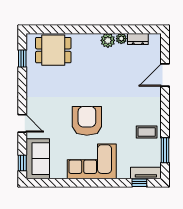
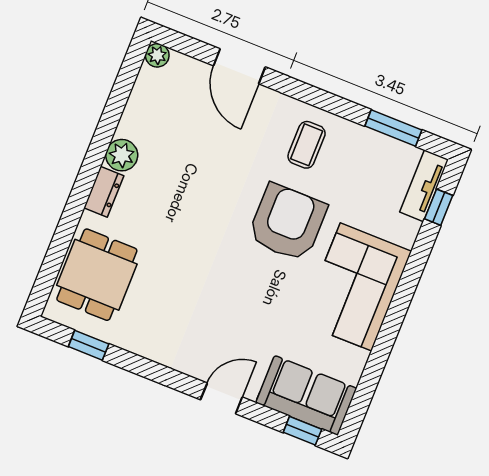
plant: (121, 39) -> (157, 55), moved
dresser: (138, 39) -> (104, 192), moved
armchair: (87, 121) -> (287, 222), moved, turned 90
coffee table: (147, 132) -> (307, 145), moved

